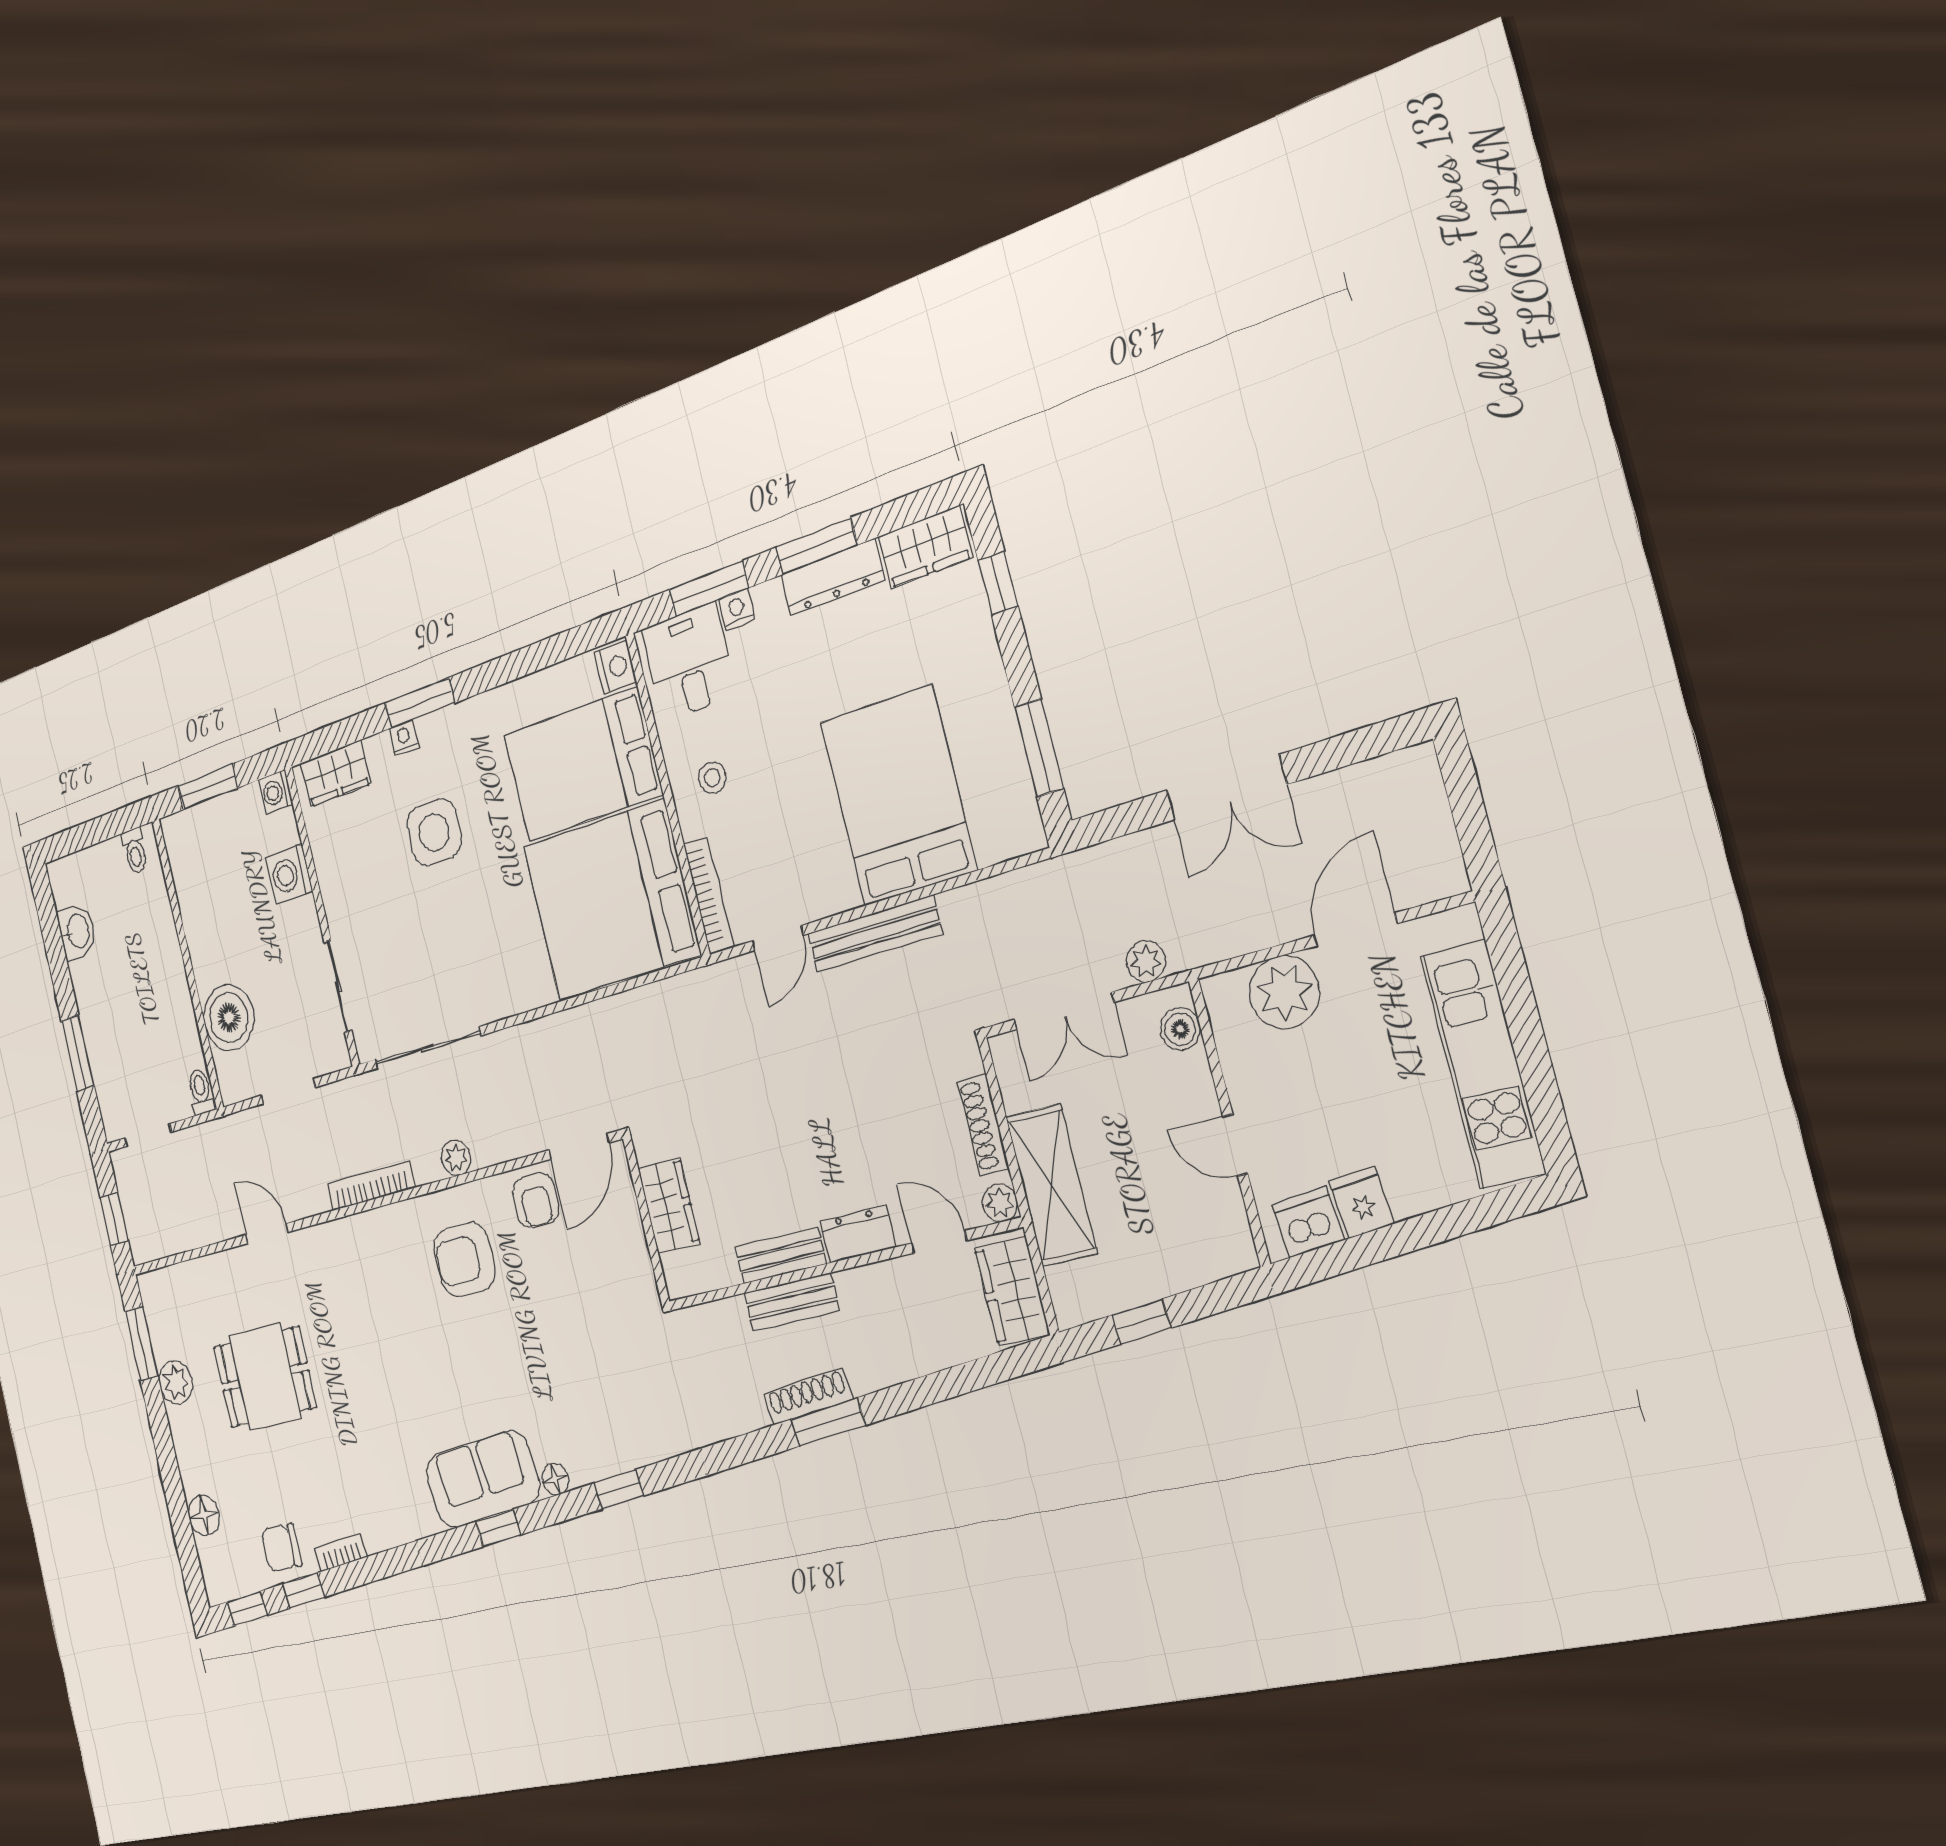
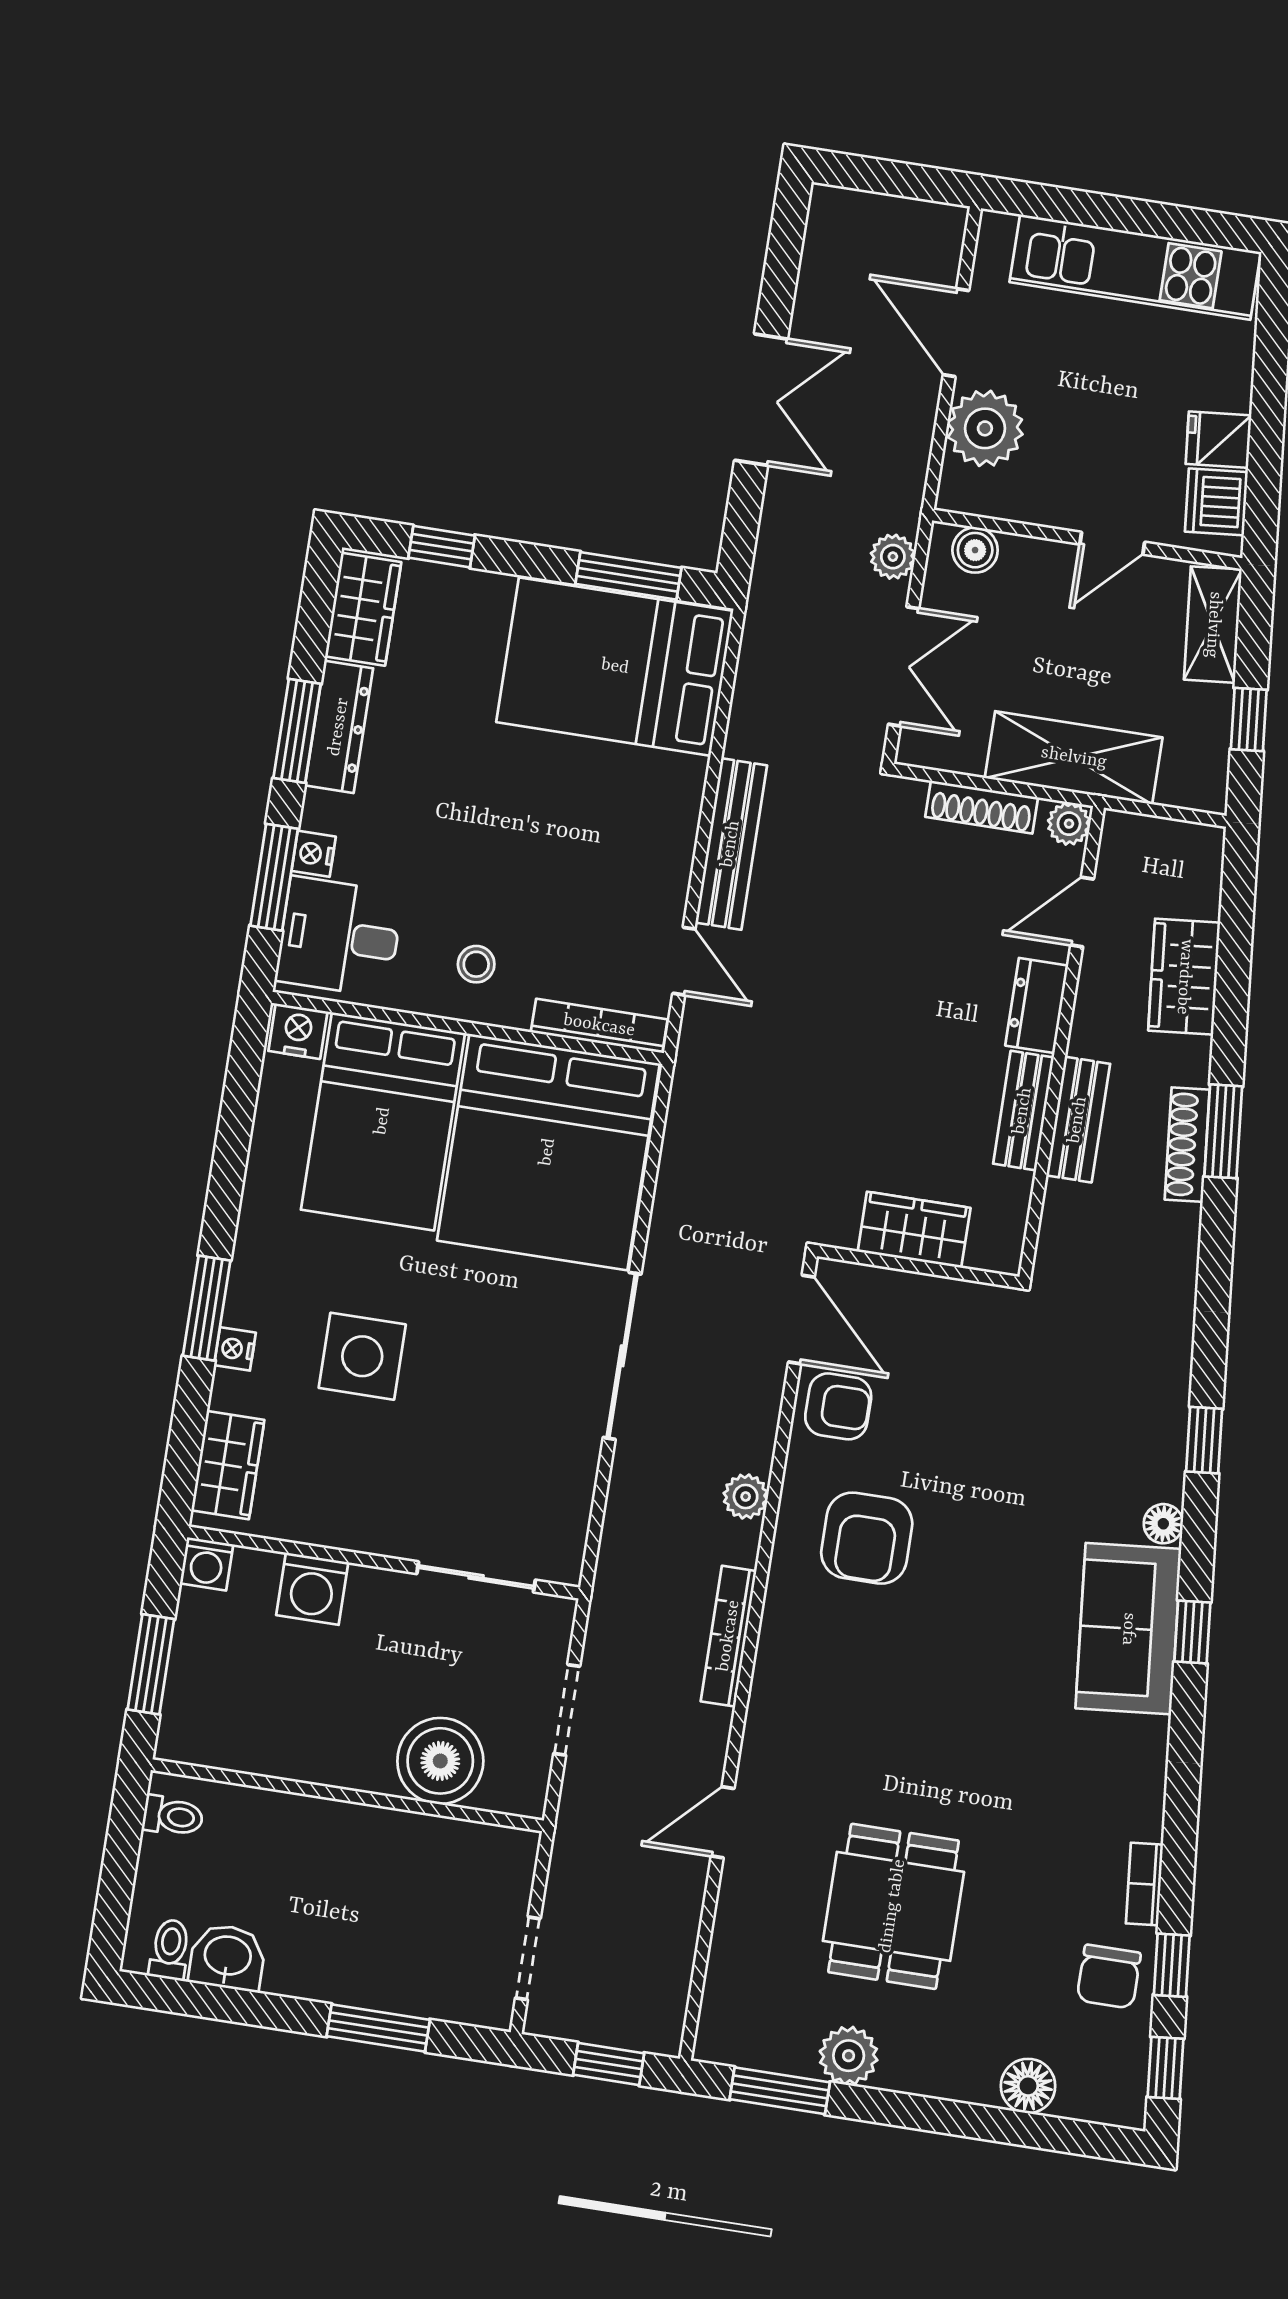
bed: (898, 796) -> (615, 667), moved
sliding door: (427, 1048) -> (622, 1356), moved
toilet: (201, 1092) -> (170, 1949), moved, turned 90
shelving: (1205, 1260) -> (1213, 625), added
wardrobe: (1012, 1291) -> (1184, 977), moved, turned 85

